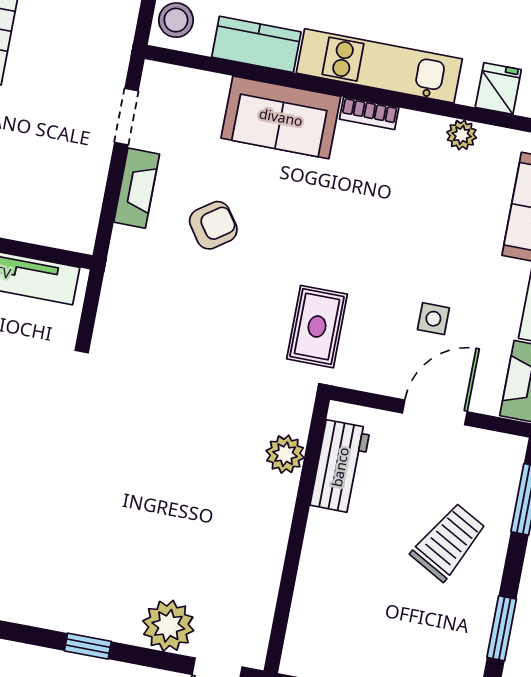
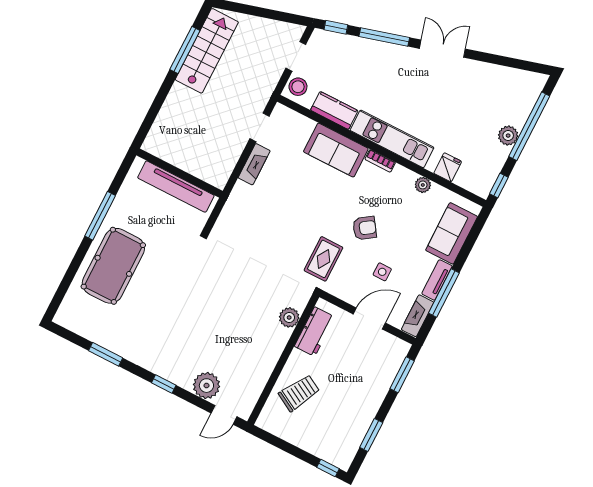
armchair: (213, 225) -> (365, 228), moved
trolley: (448, 542) -> (299, 393), moved

